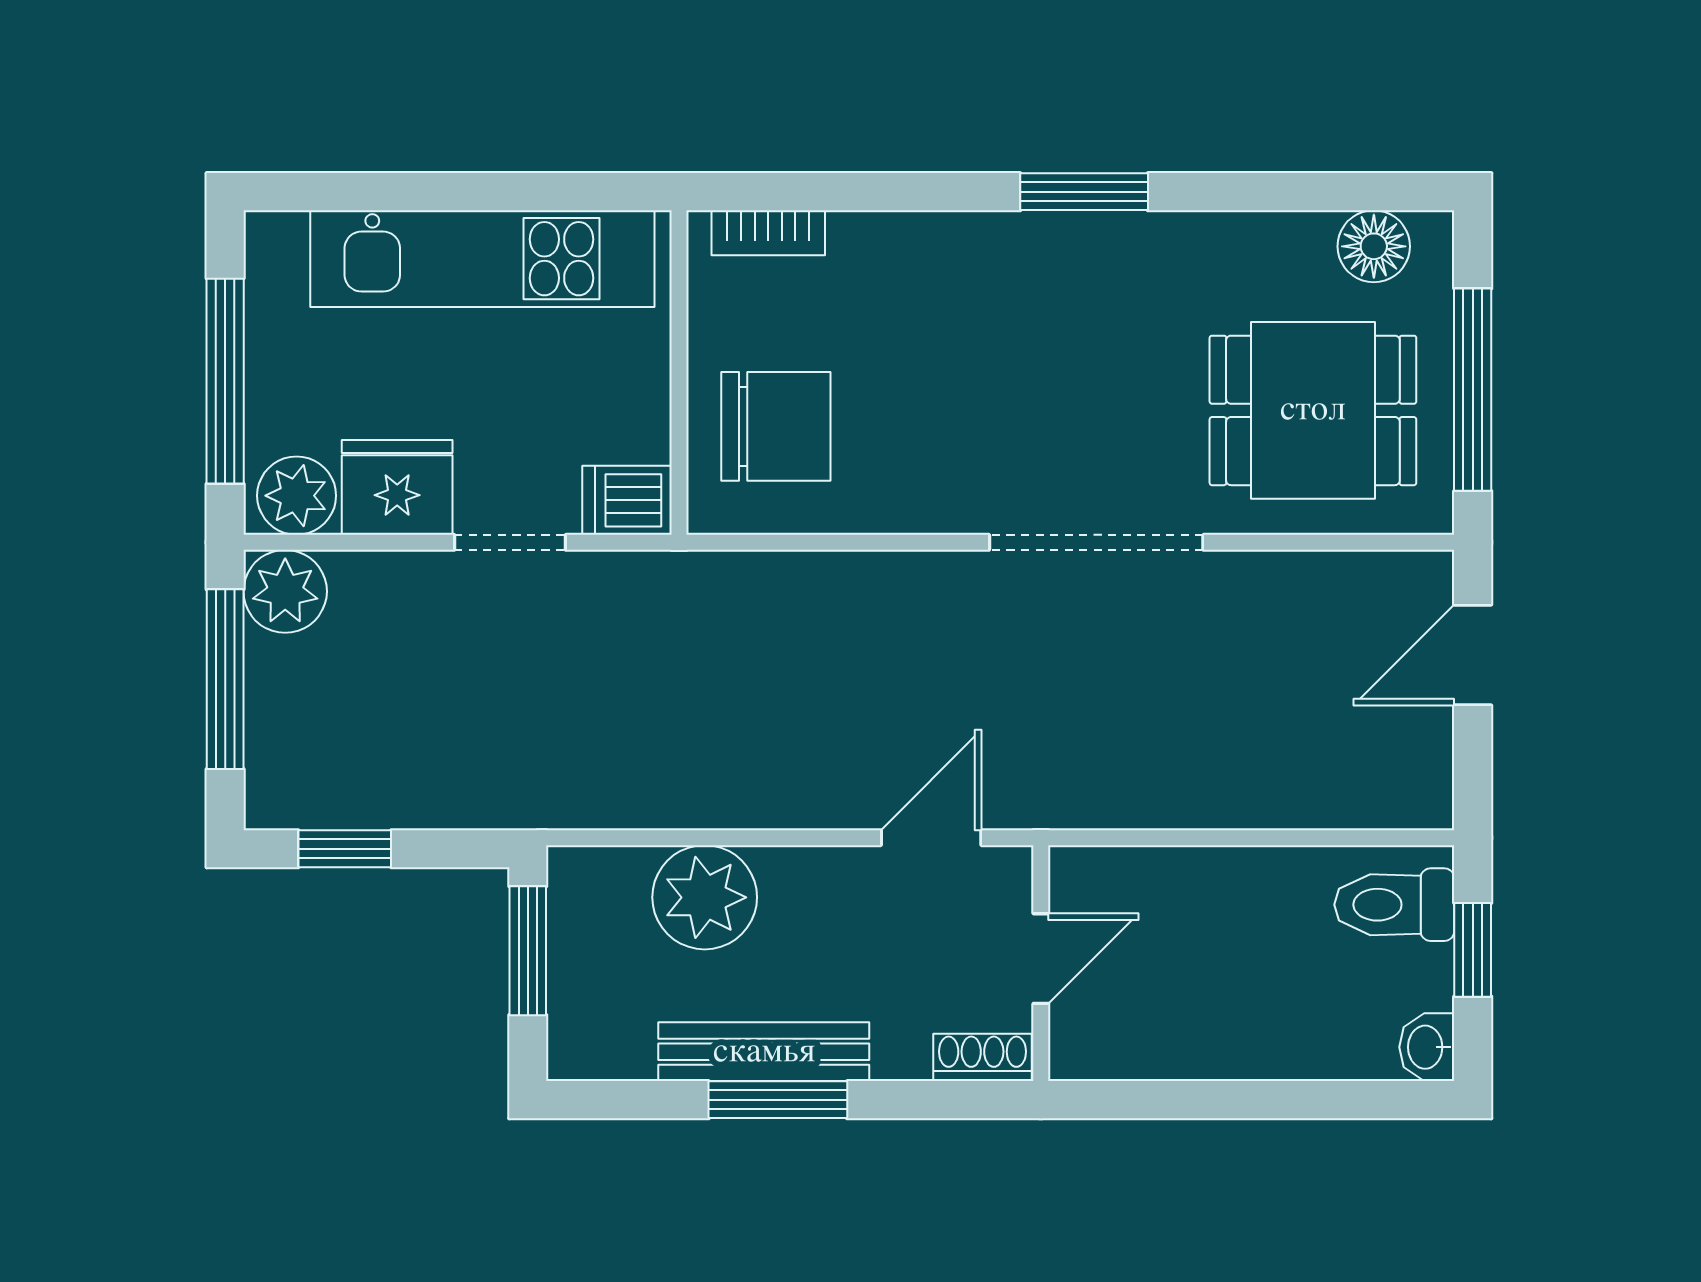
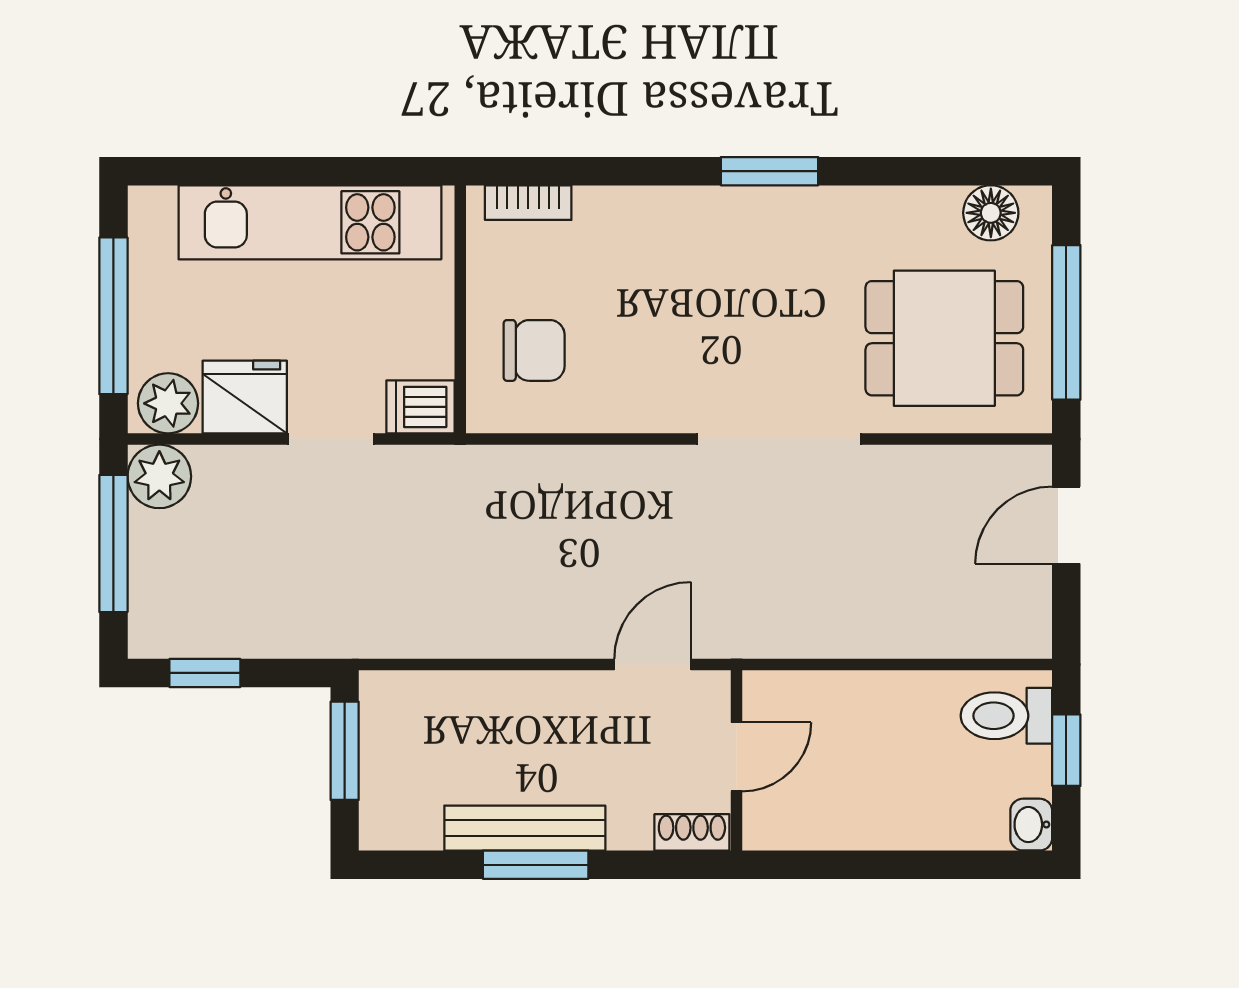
chair: (776, 426) -> (534, 350), width x0.73, depth x0.73
plant: (705, 897) -> (480, 710), removed

